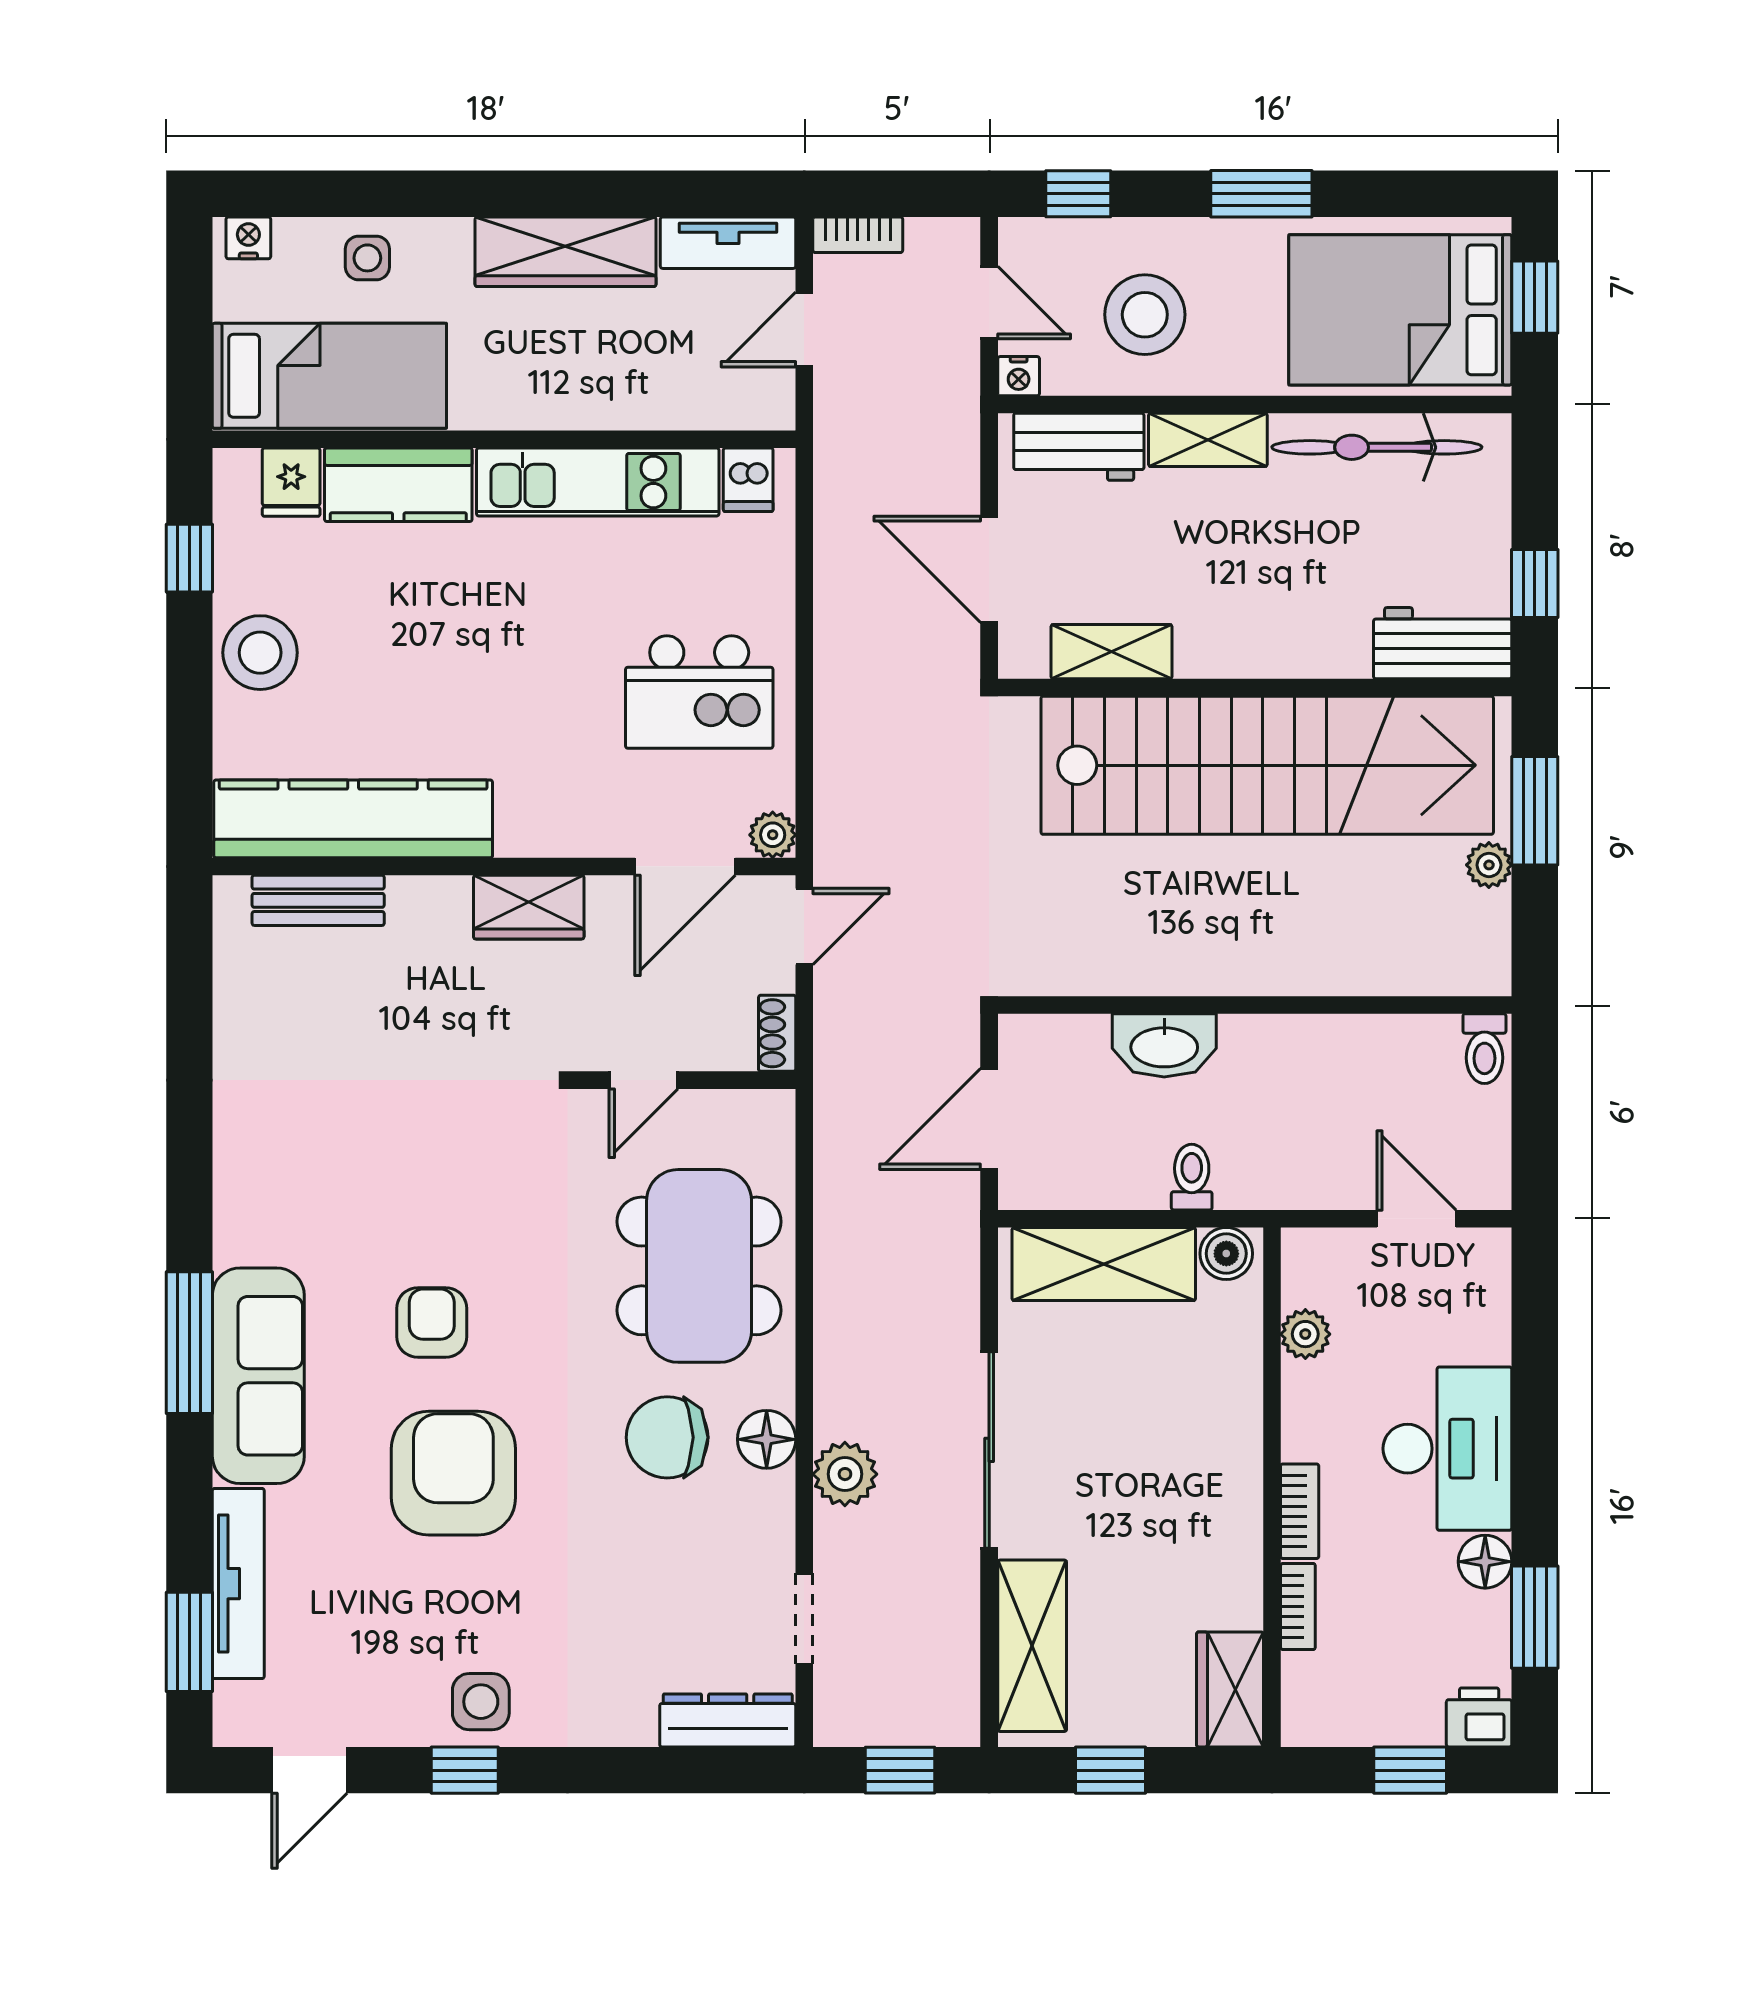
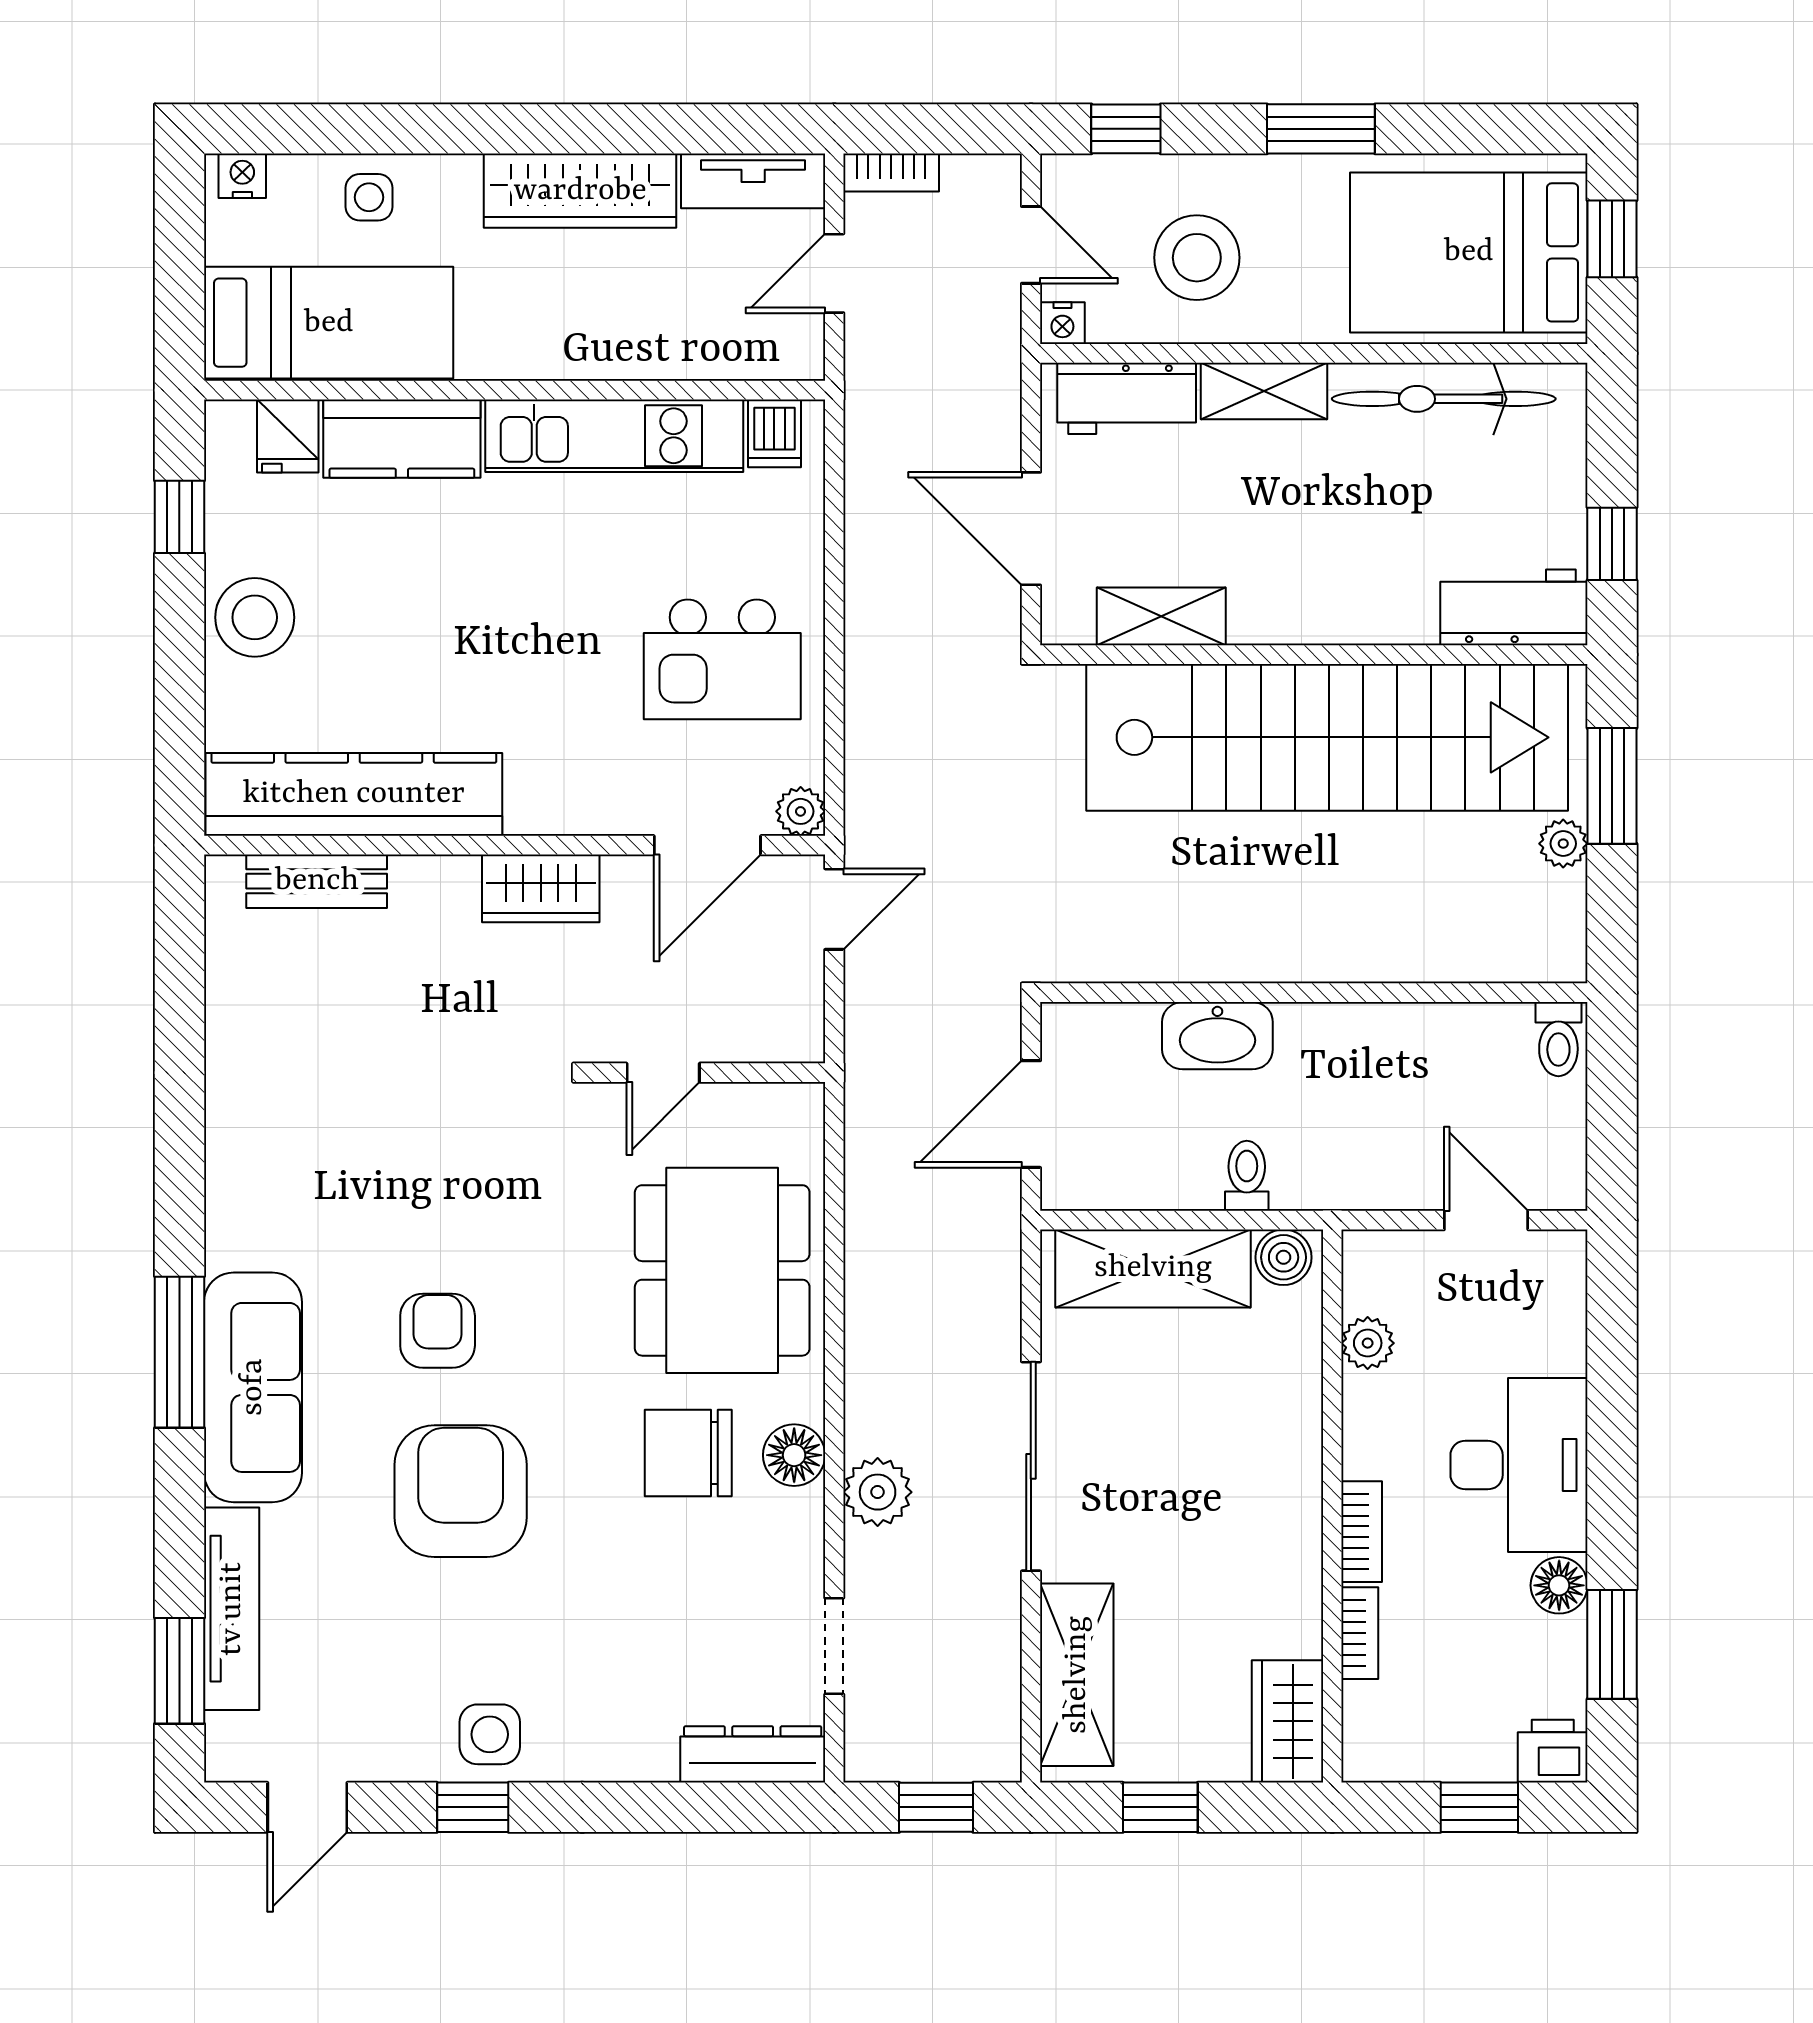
shoe rack: (777, 1033) -> (805, 1023), removed

